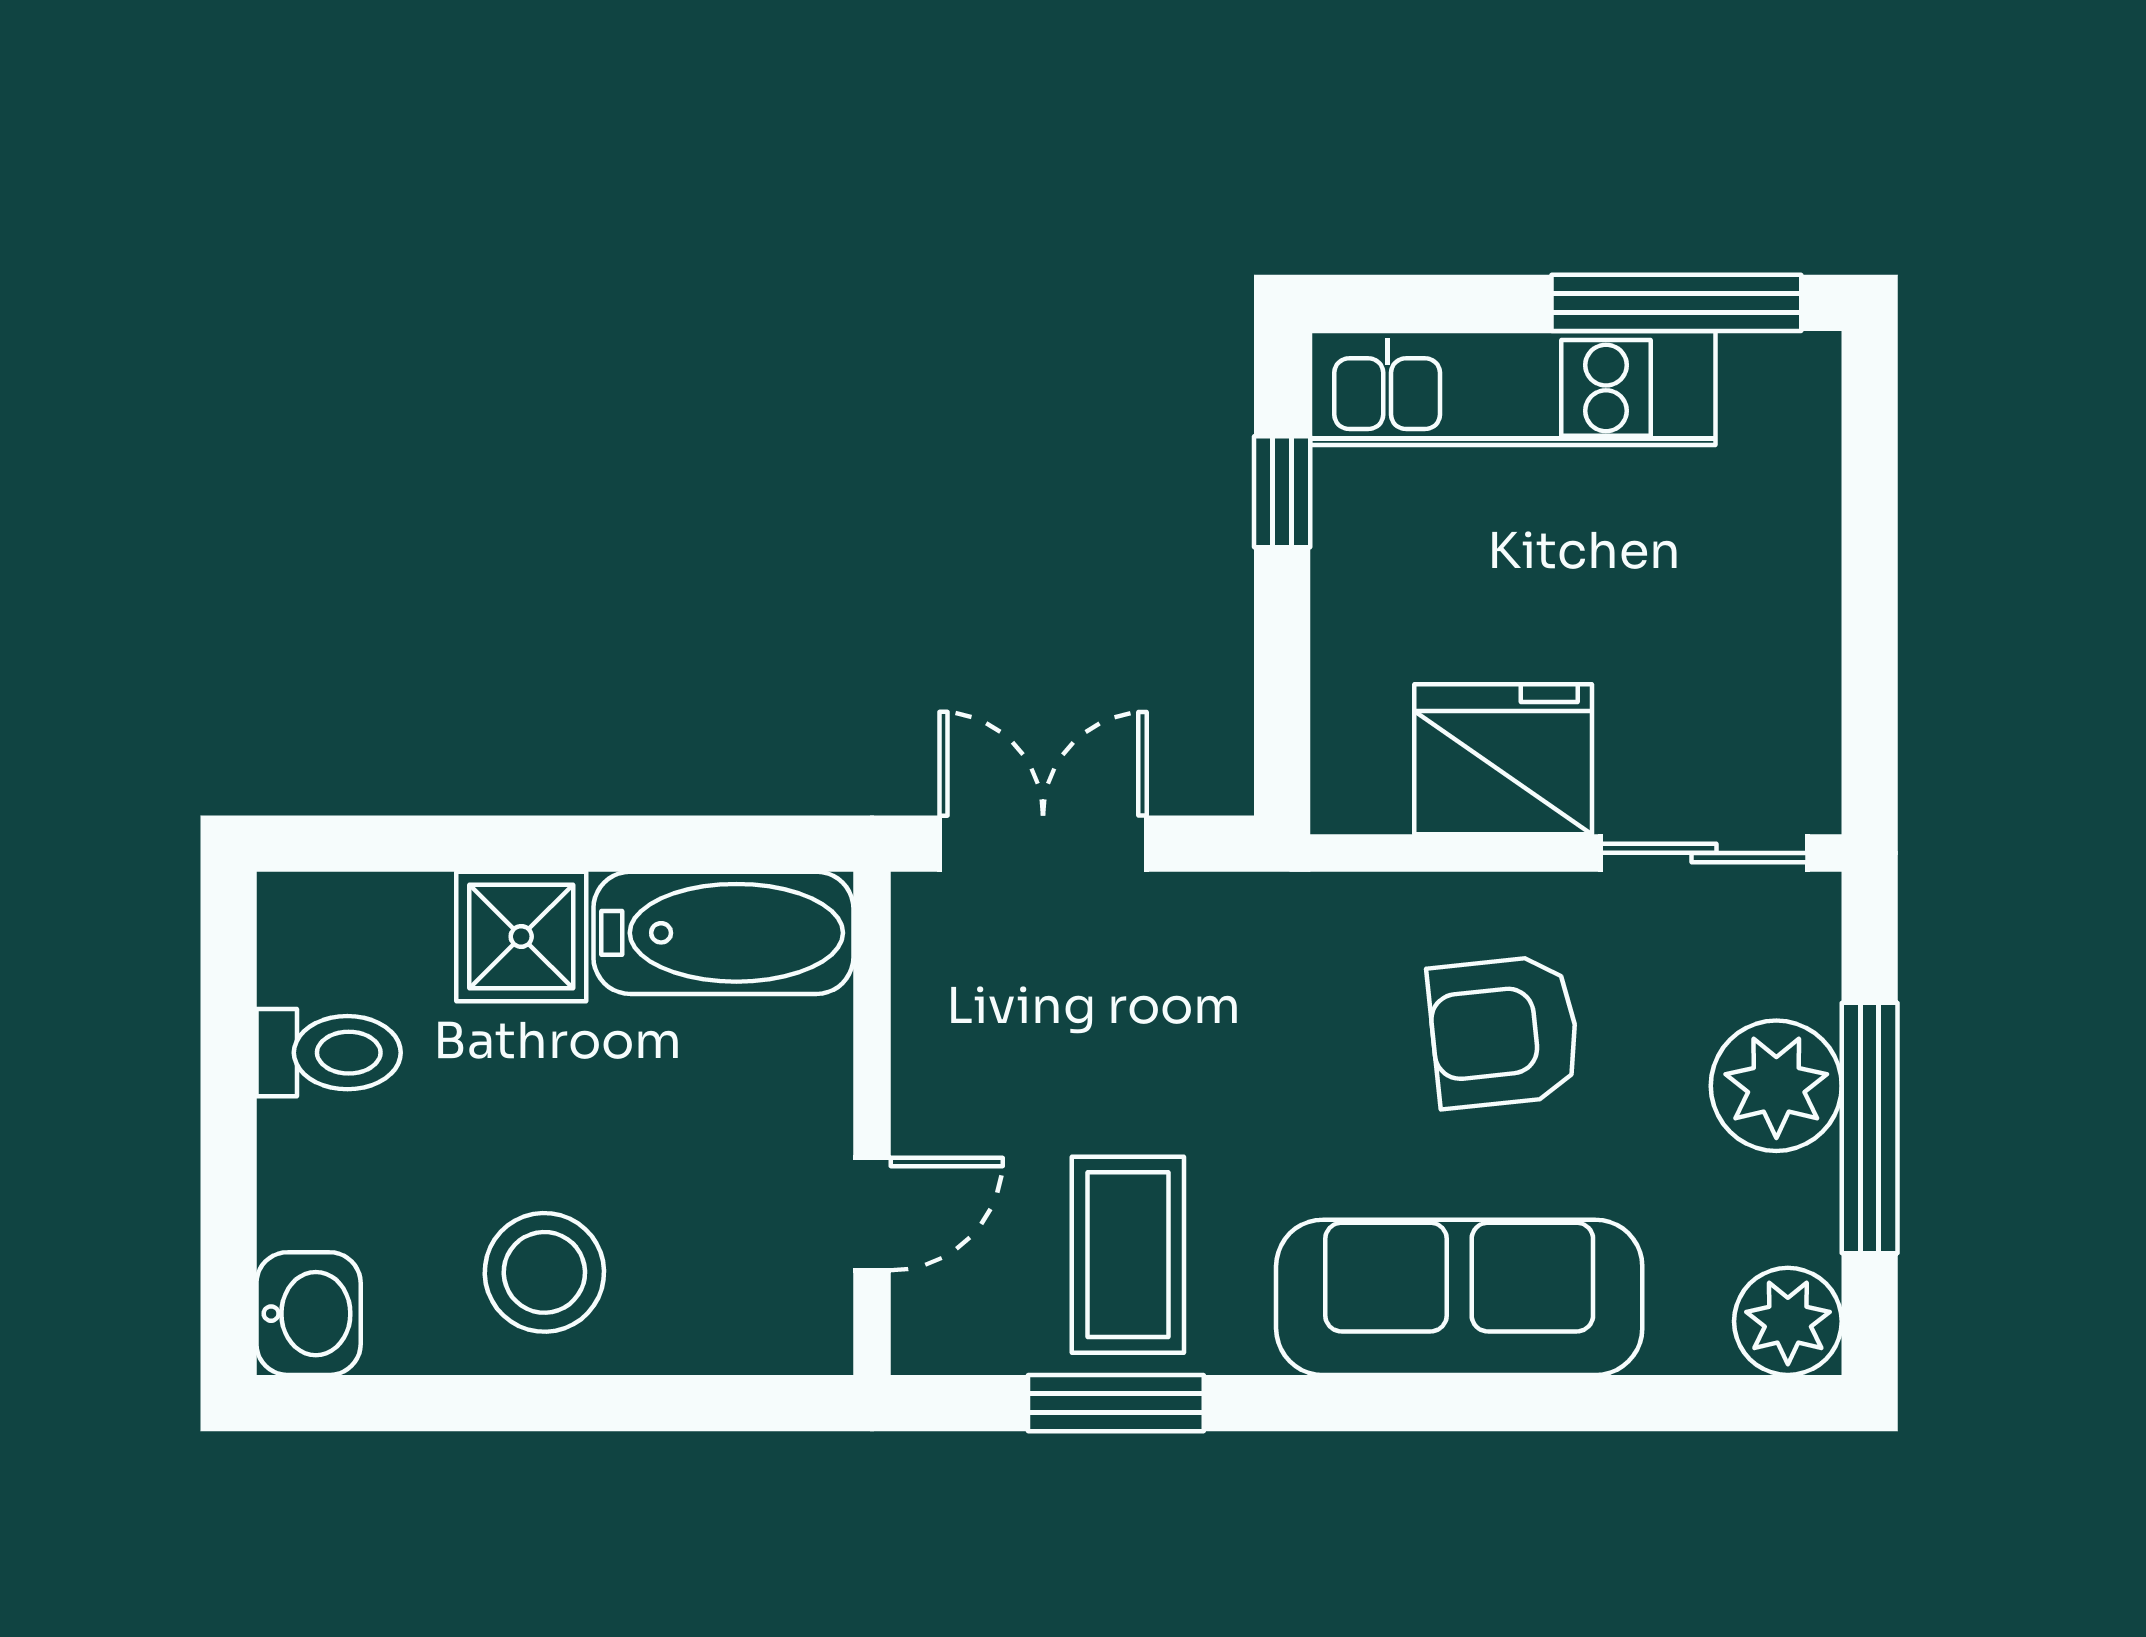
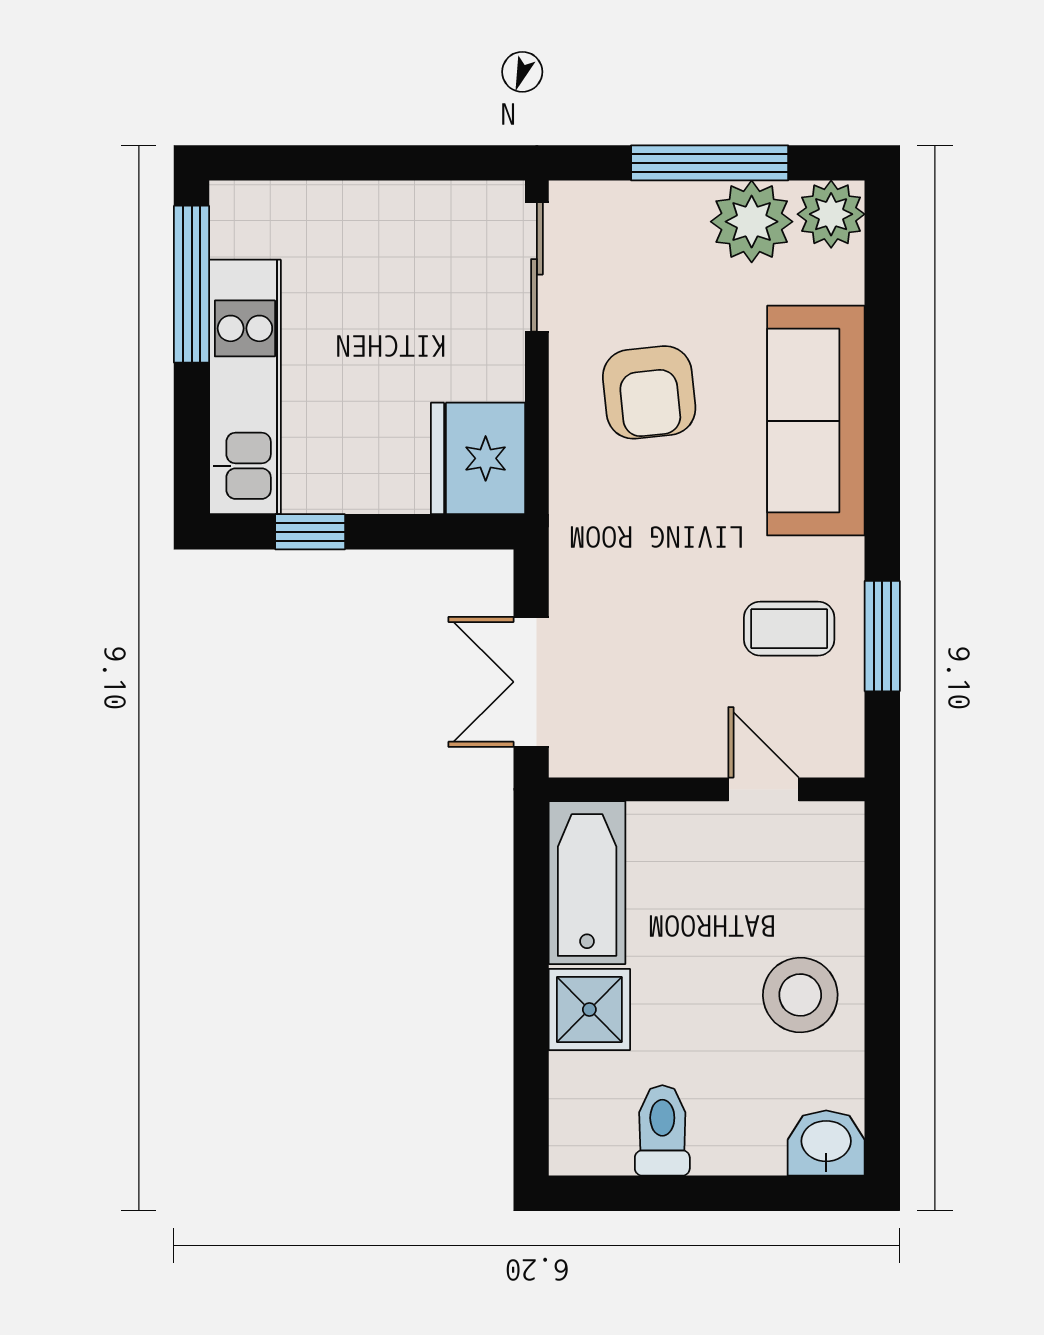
fridge: (1503, 759) -> (478, 458), moved
plant: (1776, 1086) -> (752, 222), moved
coffee table: (1128, 1255) -> (789, 629), width x0.73, depth x0.77

